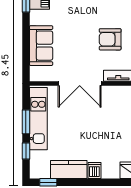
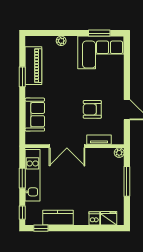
window: (26, 151) -> (22, 213), moved
dishwasher: (94, 170) -> (94, 218), moved

